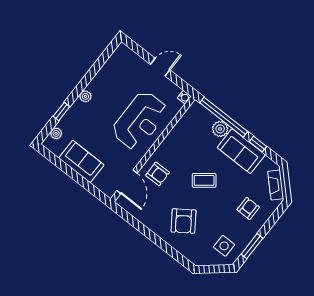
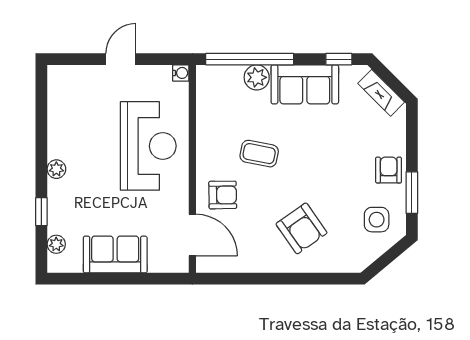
window: (258, 144) -> (339, 59), moved
coffee table: (204, 180) -> (259, 154), moved, turned 49
armchair: (248, 208) -> (389, 170), moved

